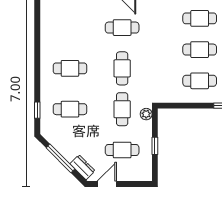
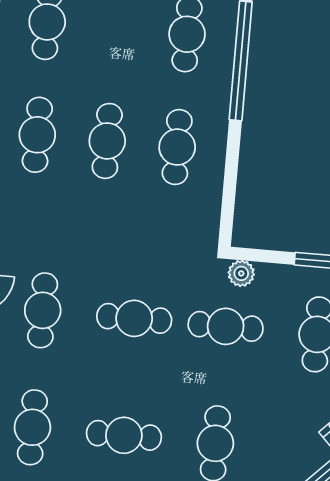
cafe table: (70, 28) -> (32, 427), added
cafe table: (70, 68) -> (124, 435), turned 90

